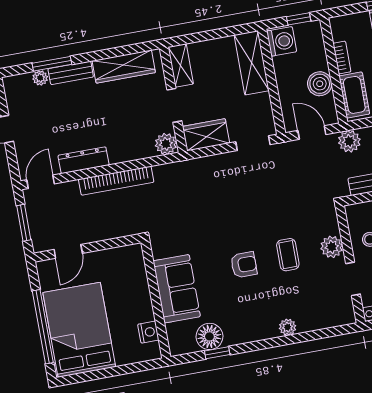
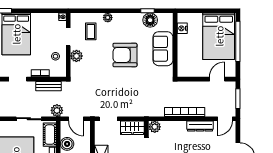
coffee table: (288, 255) -> (91, 31), moved
armchair: (244, 265) -> (125, 55), width x1.88, depth x1.88

